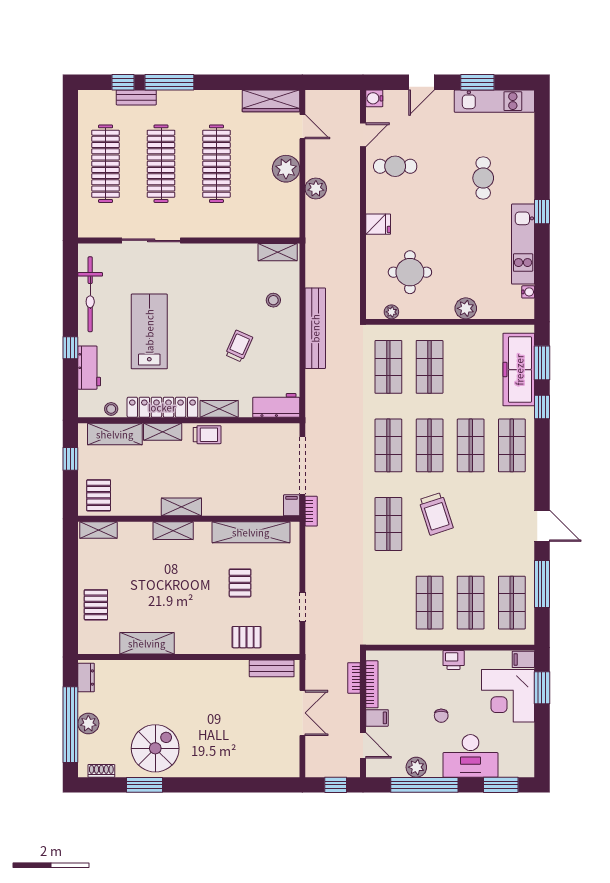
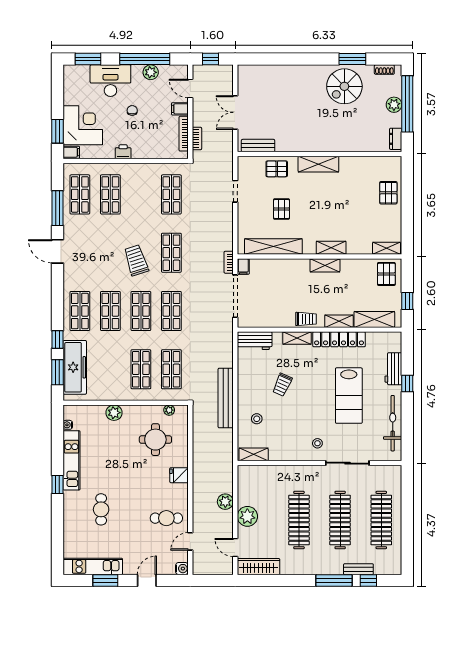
stool: (111, 409) -> (317, 443), moved
trolley: (207, 435) -> (306, 319), turned 180
shop shelf: (430, 603) -> (171, 194), moved
shelving: (147, 643) -> (318, 164), moved

